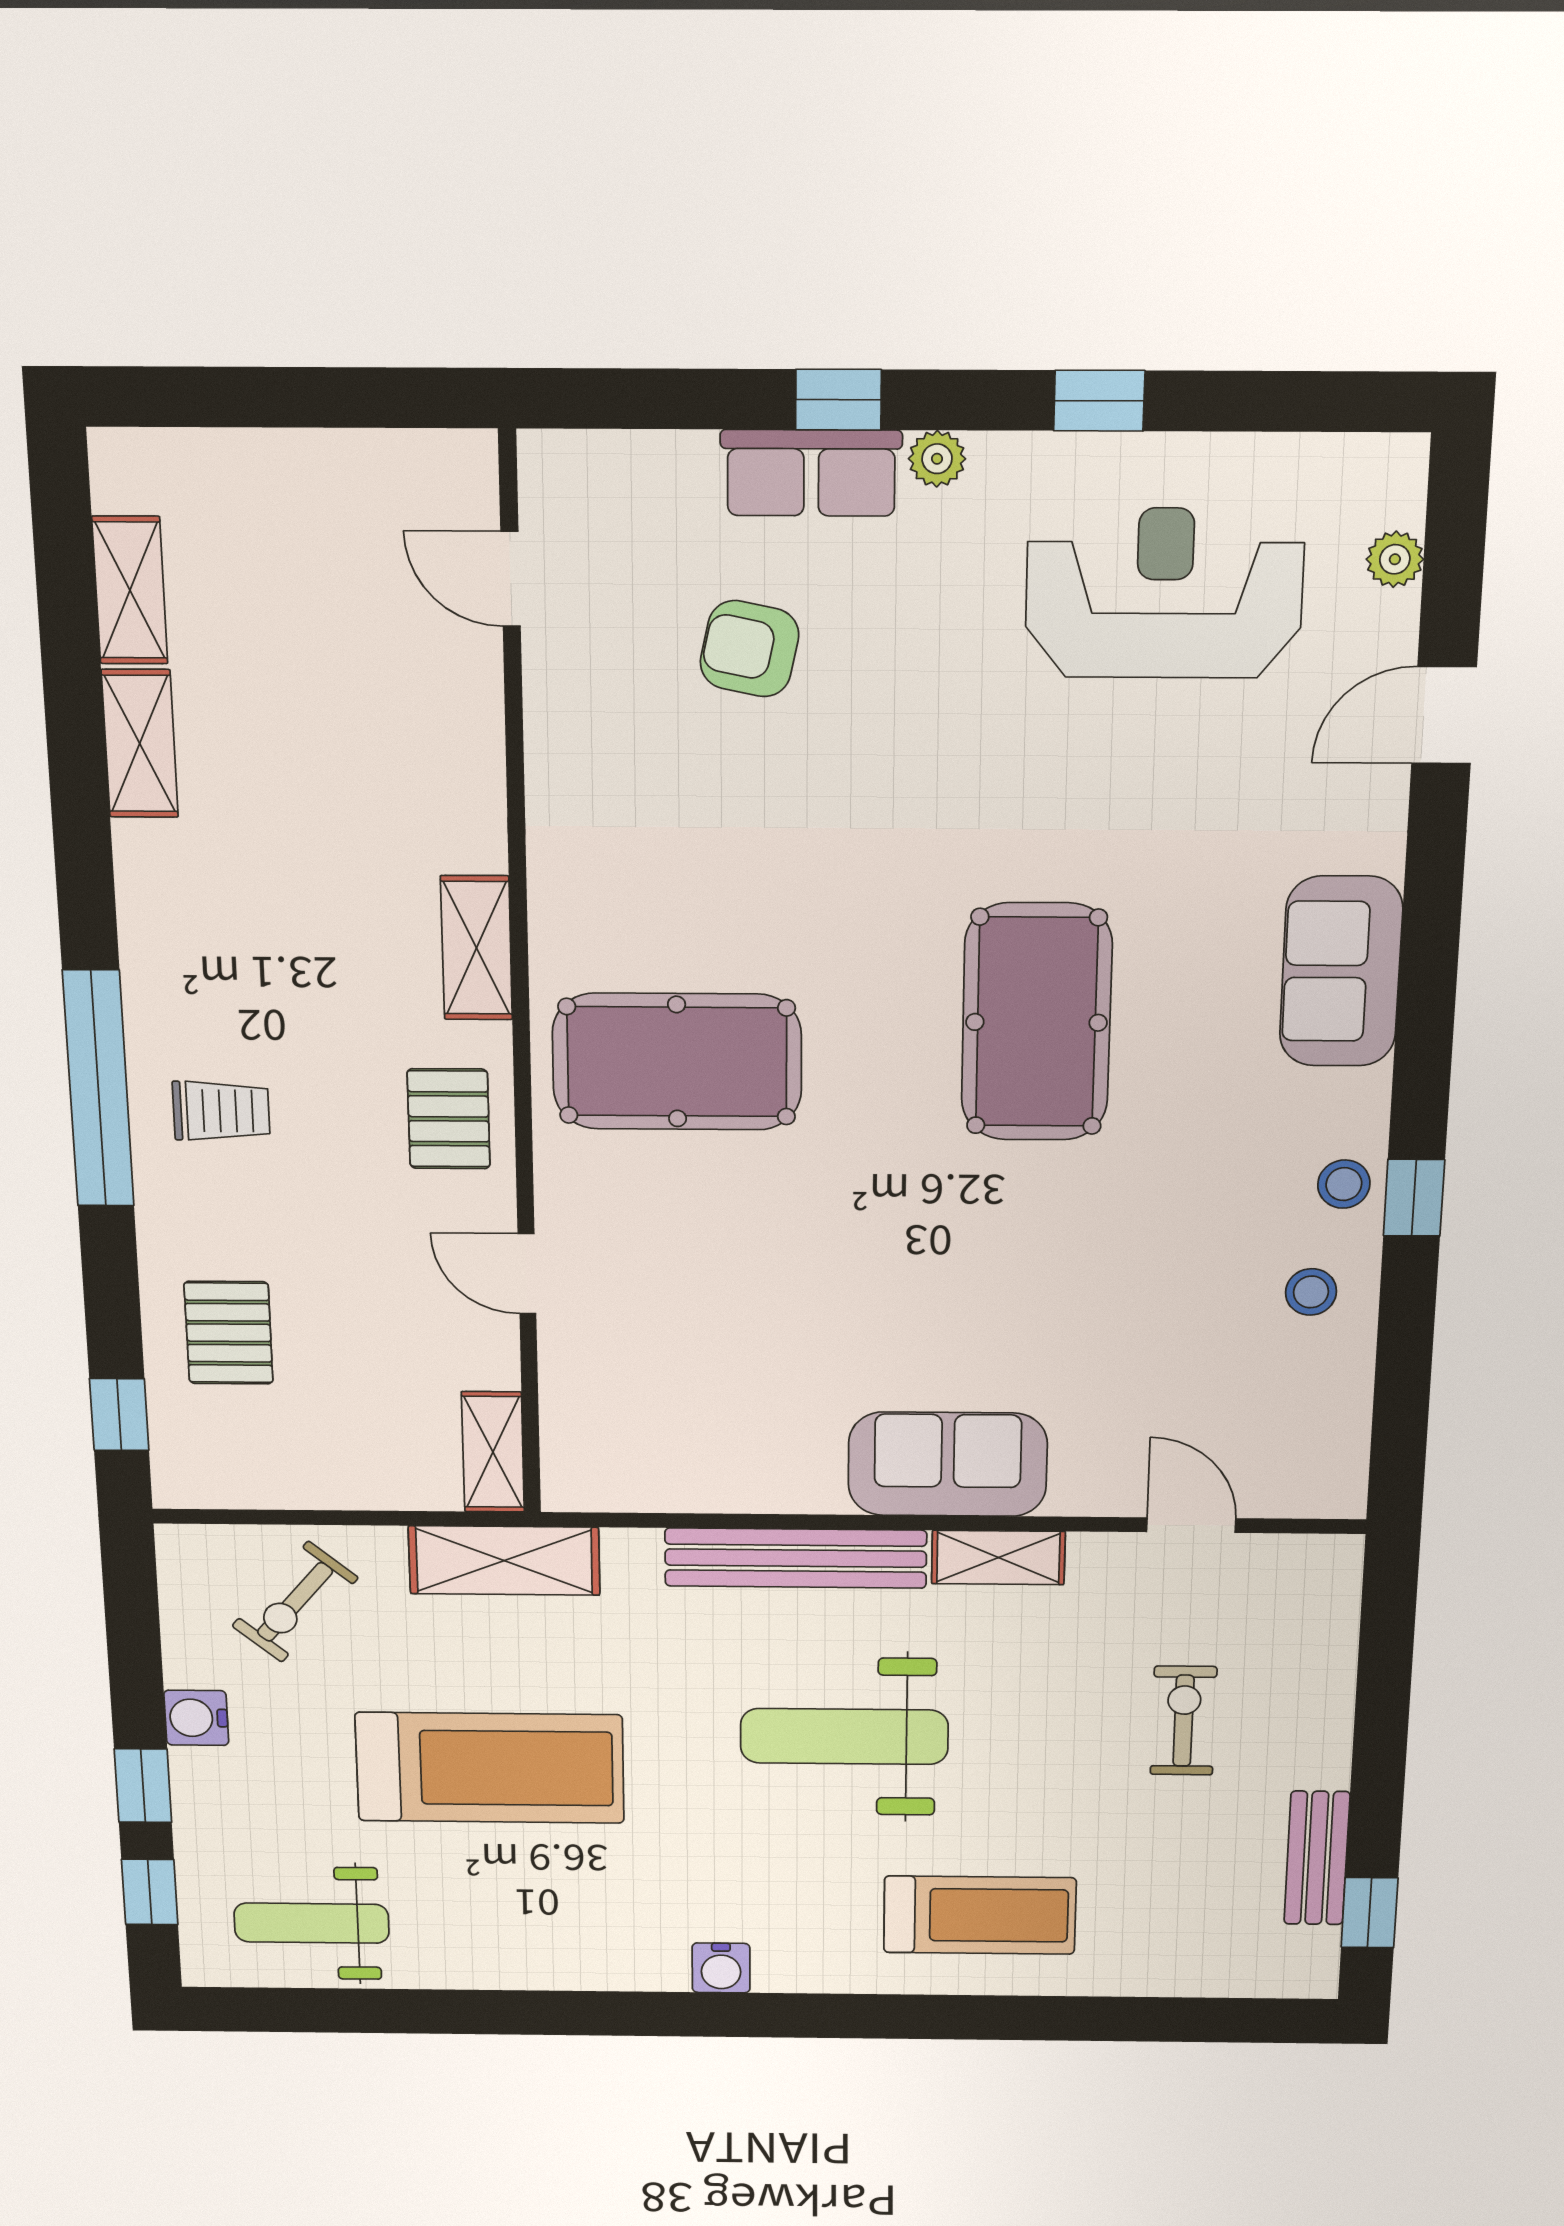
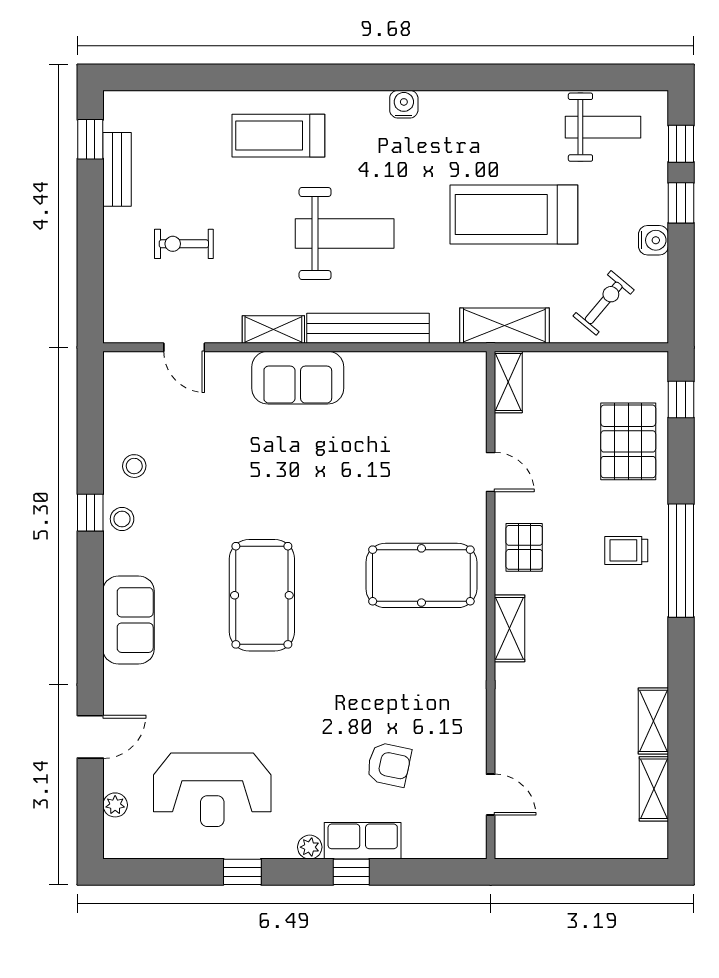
pallet: (229, 1333) -> (628, 441), width x1.50, depth x1.42
exercise bike: (1184, 1721) -> (184, 244), turned 90

